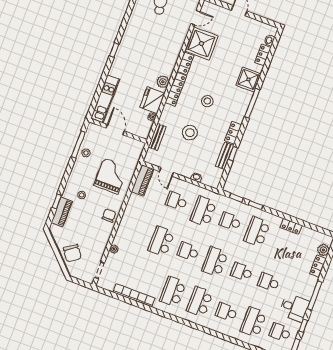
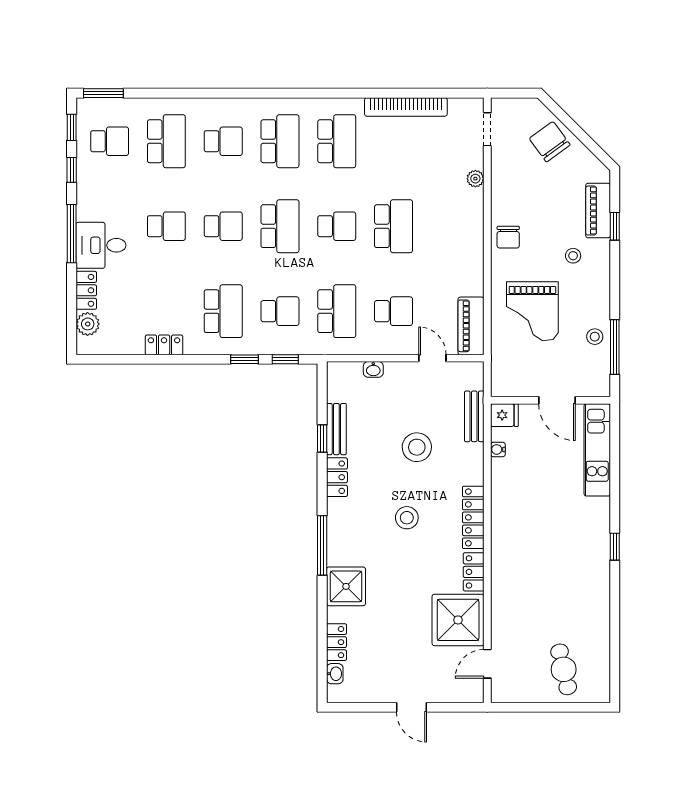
plant: (163, 82) -> (503, 522), removed
fridge: (152, 100) -> (504, 415), moved, width x0.53, depth x0.75
desk: (294, 308) -> (101, 245), moved

